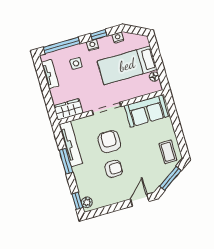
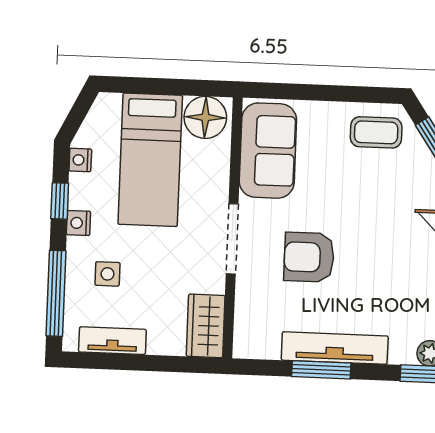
floor lamp: (154, 77) -> (205, 117), width x1.89, depth x1.89
tv unit: (71, 144) -> (335, 348), moved
armchair: (114, 169) -> (374, 268), removed

